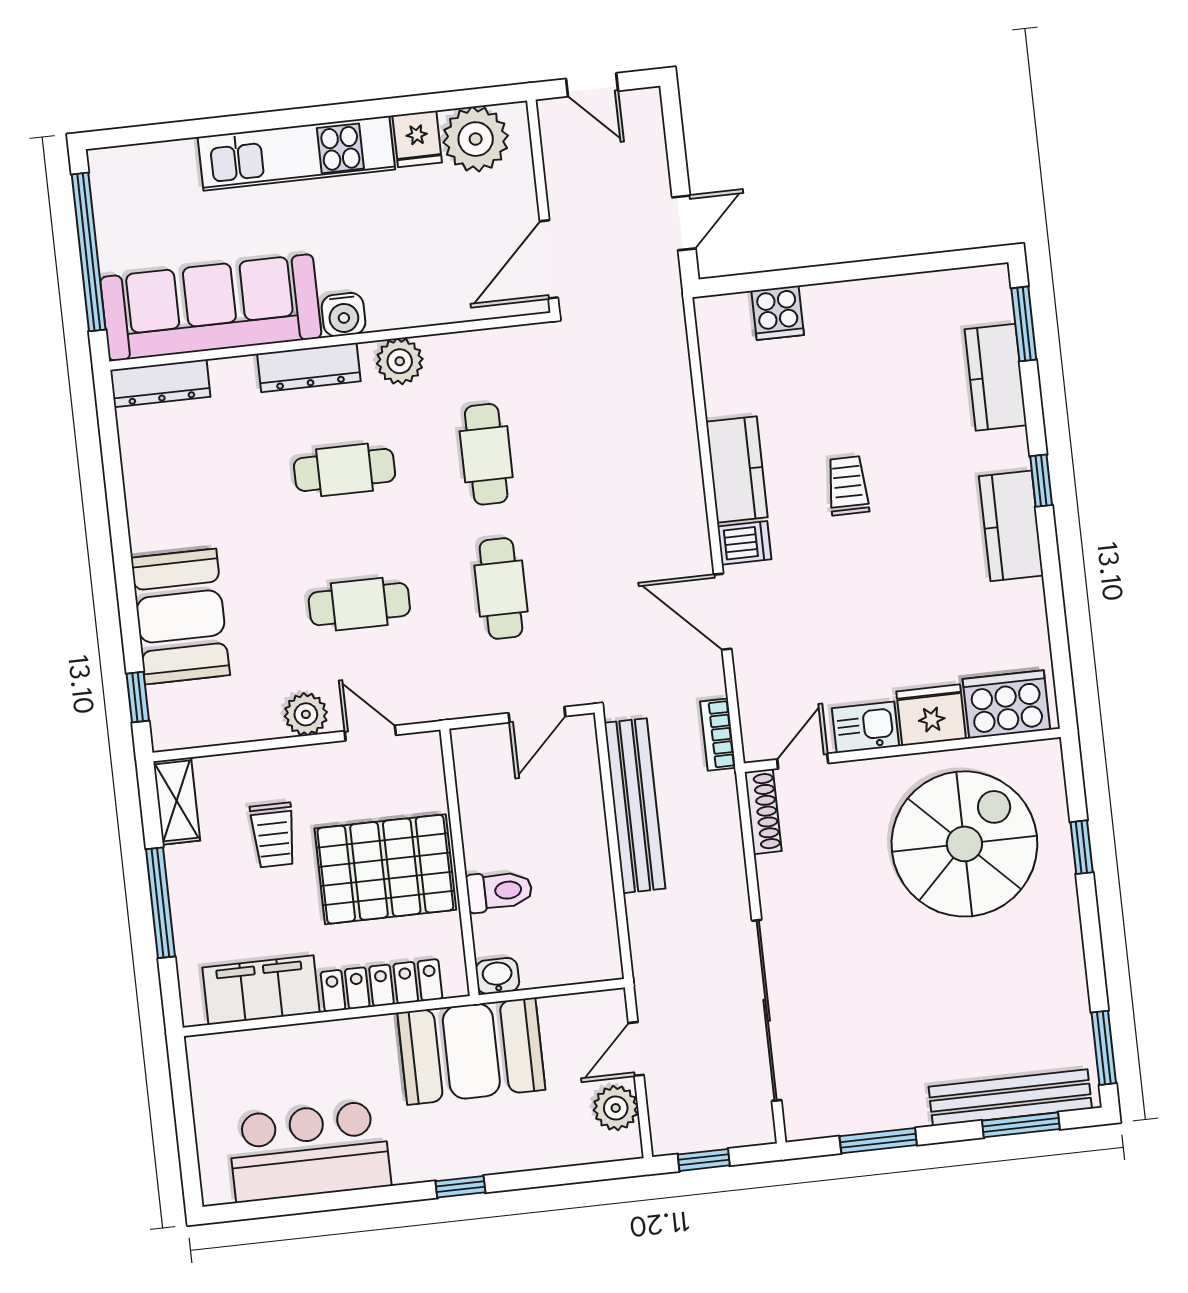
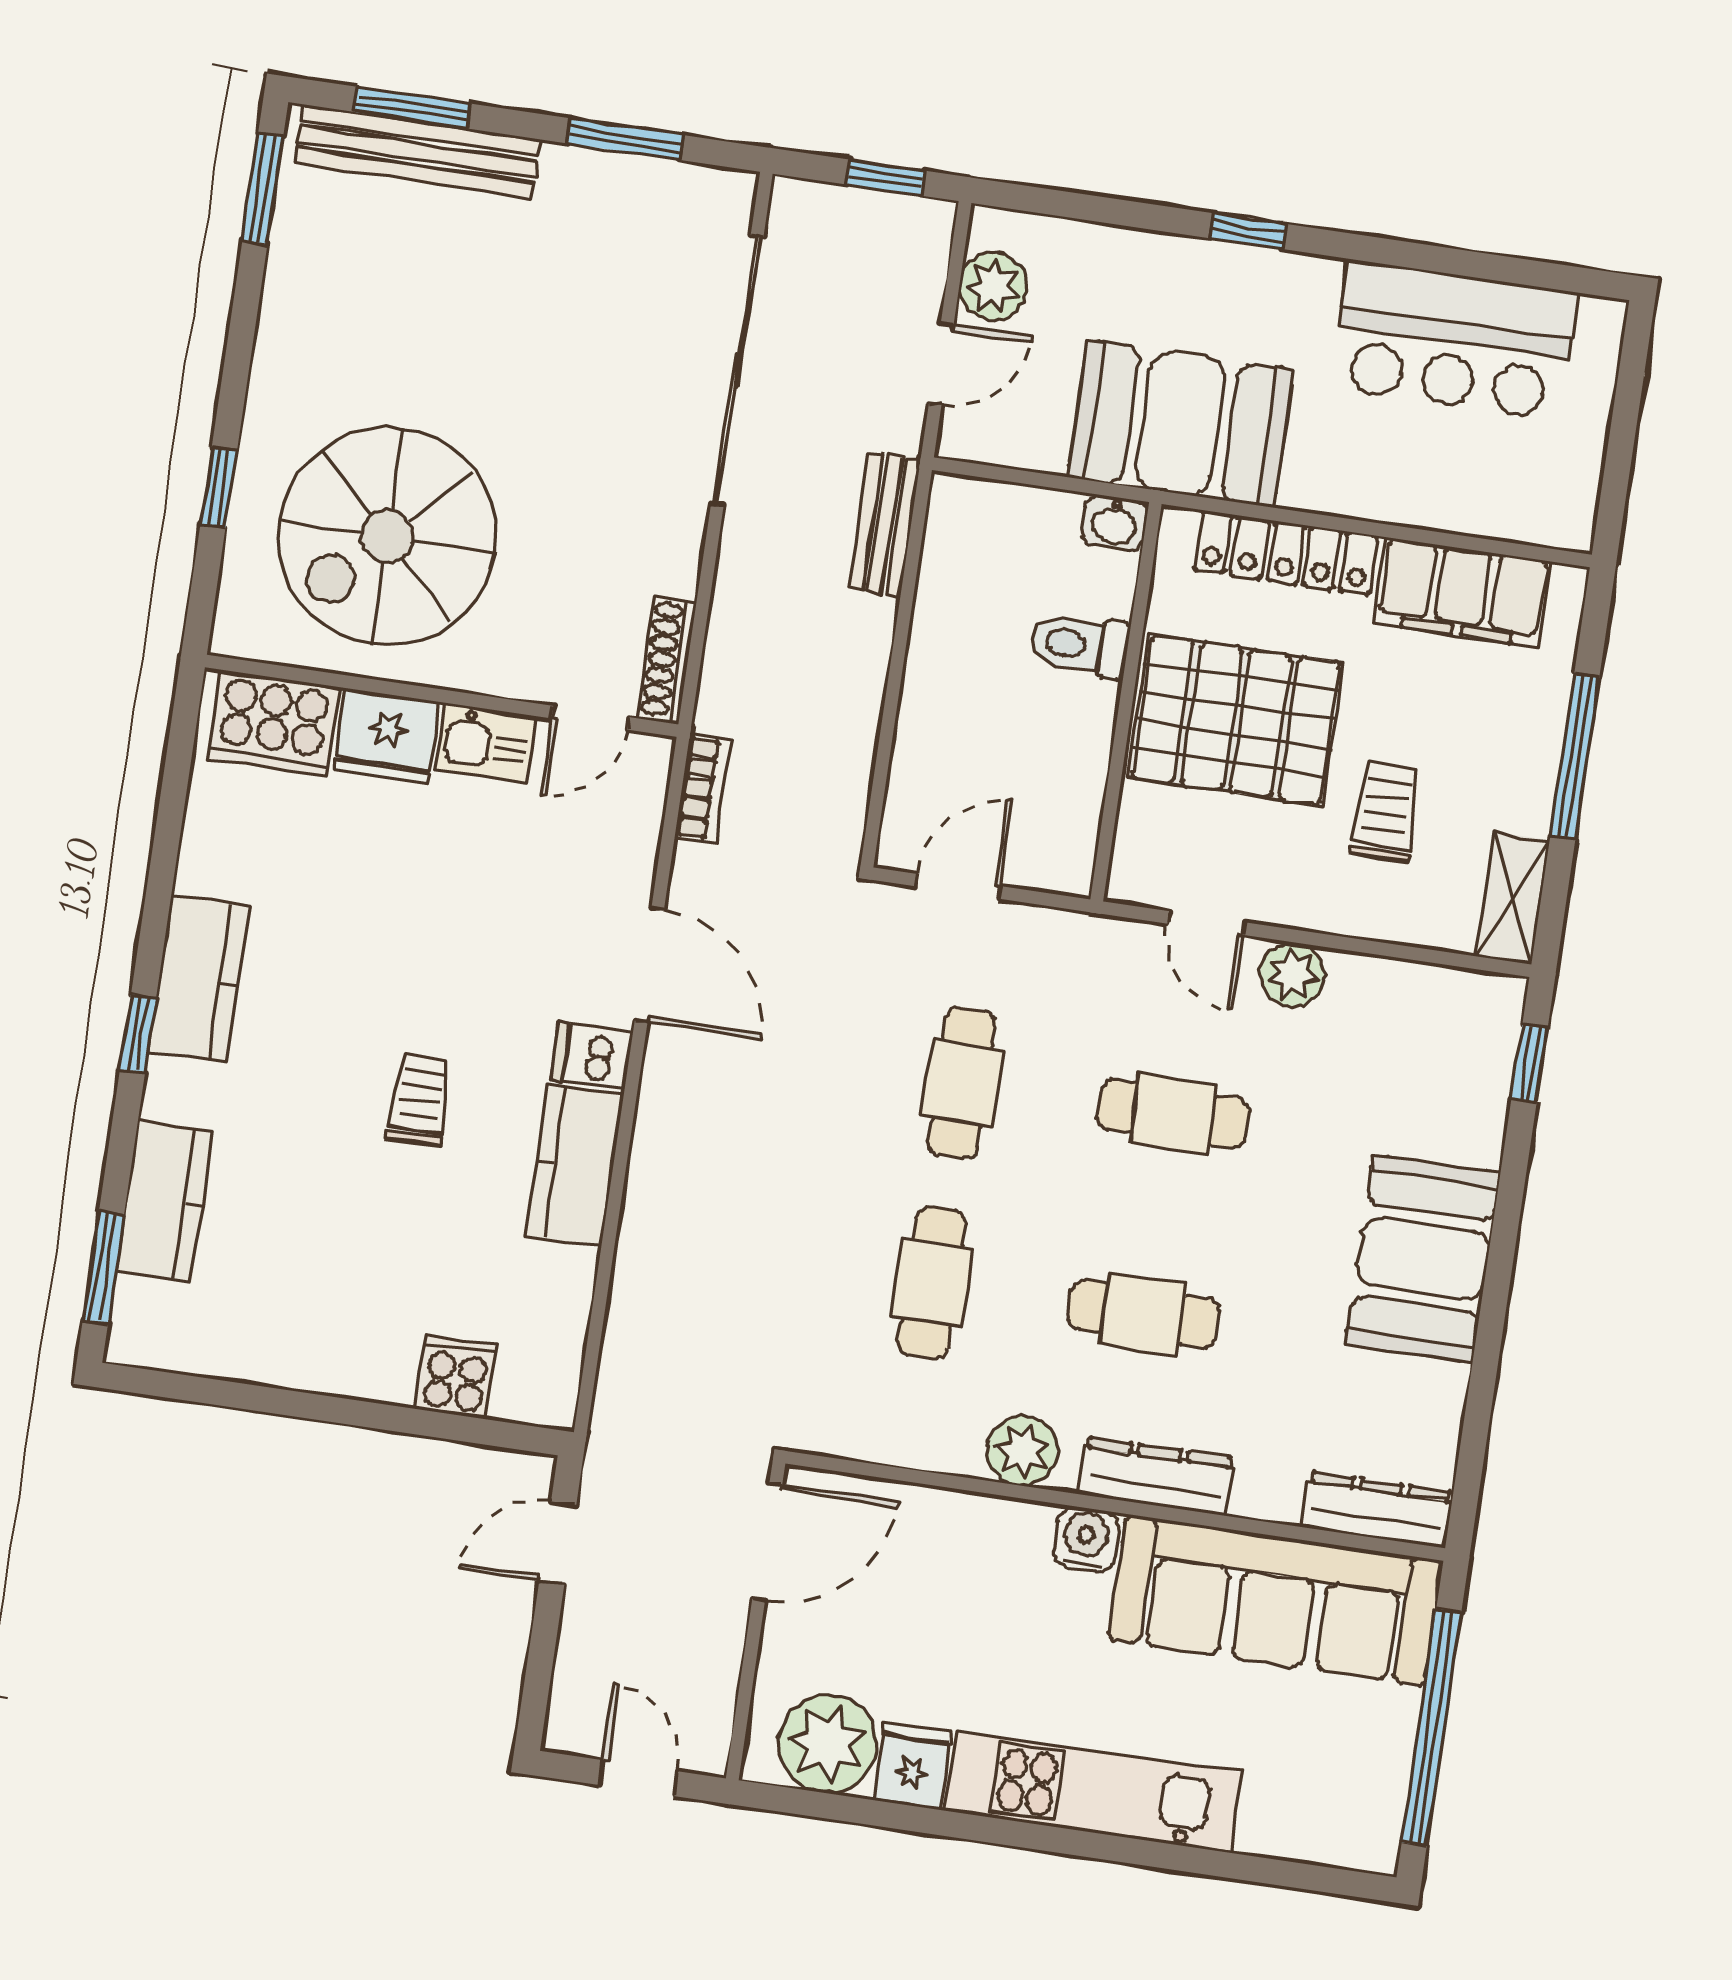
trolley: (848, 486) -> (420, 1100), turned 180
booth: (180, 616) -> (1423, 1259), moved
bench: (635, 806) -> (885, 524), moved, width x0.54, depth x0.82

